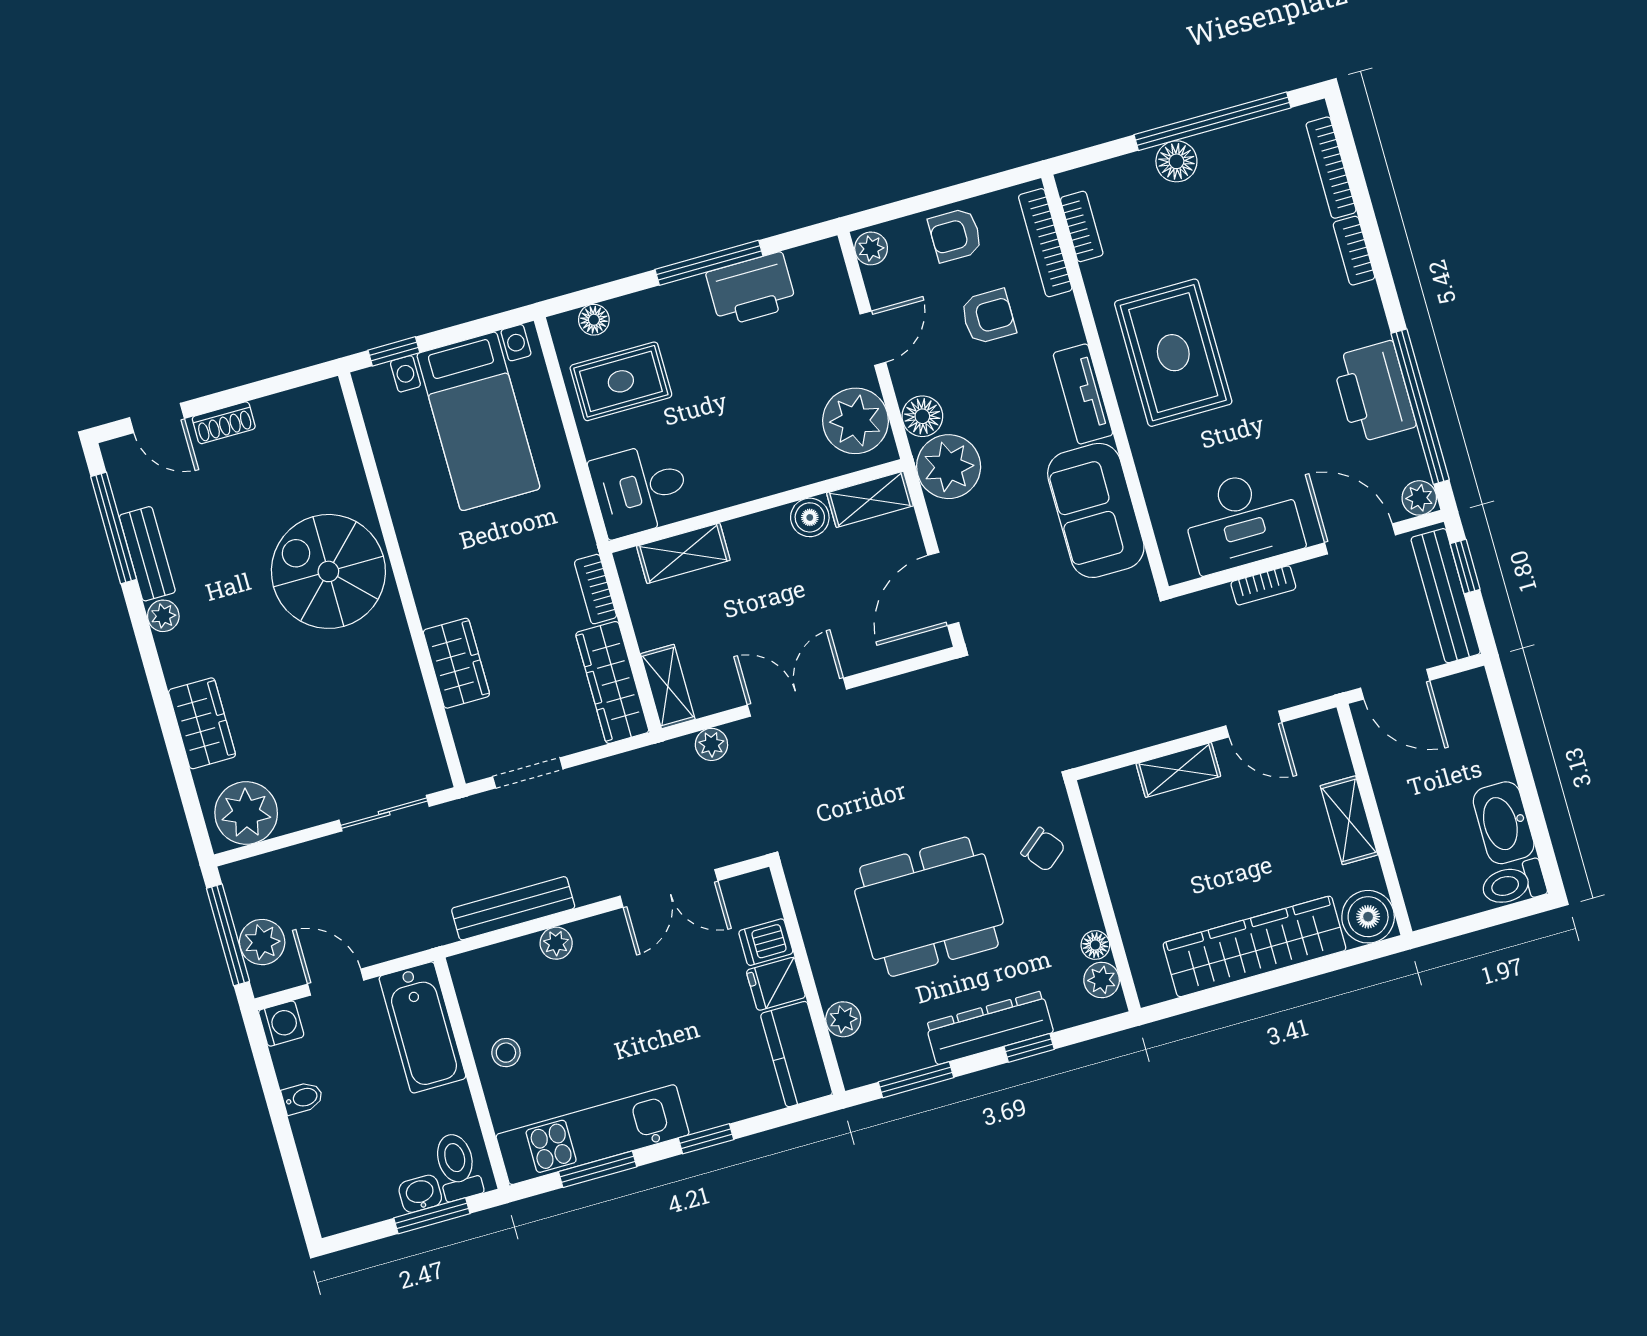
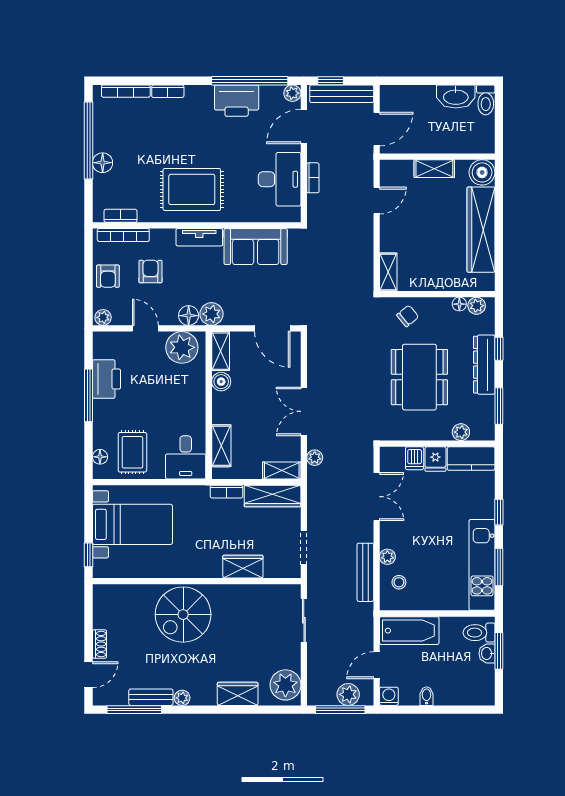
plant: (949, 467) -> (211, 314), width x0.73, depth x0.73
shelving: (1178, 770) -> (388, 272), moved
stool: (506, 1053) -> (399, 582), moved

